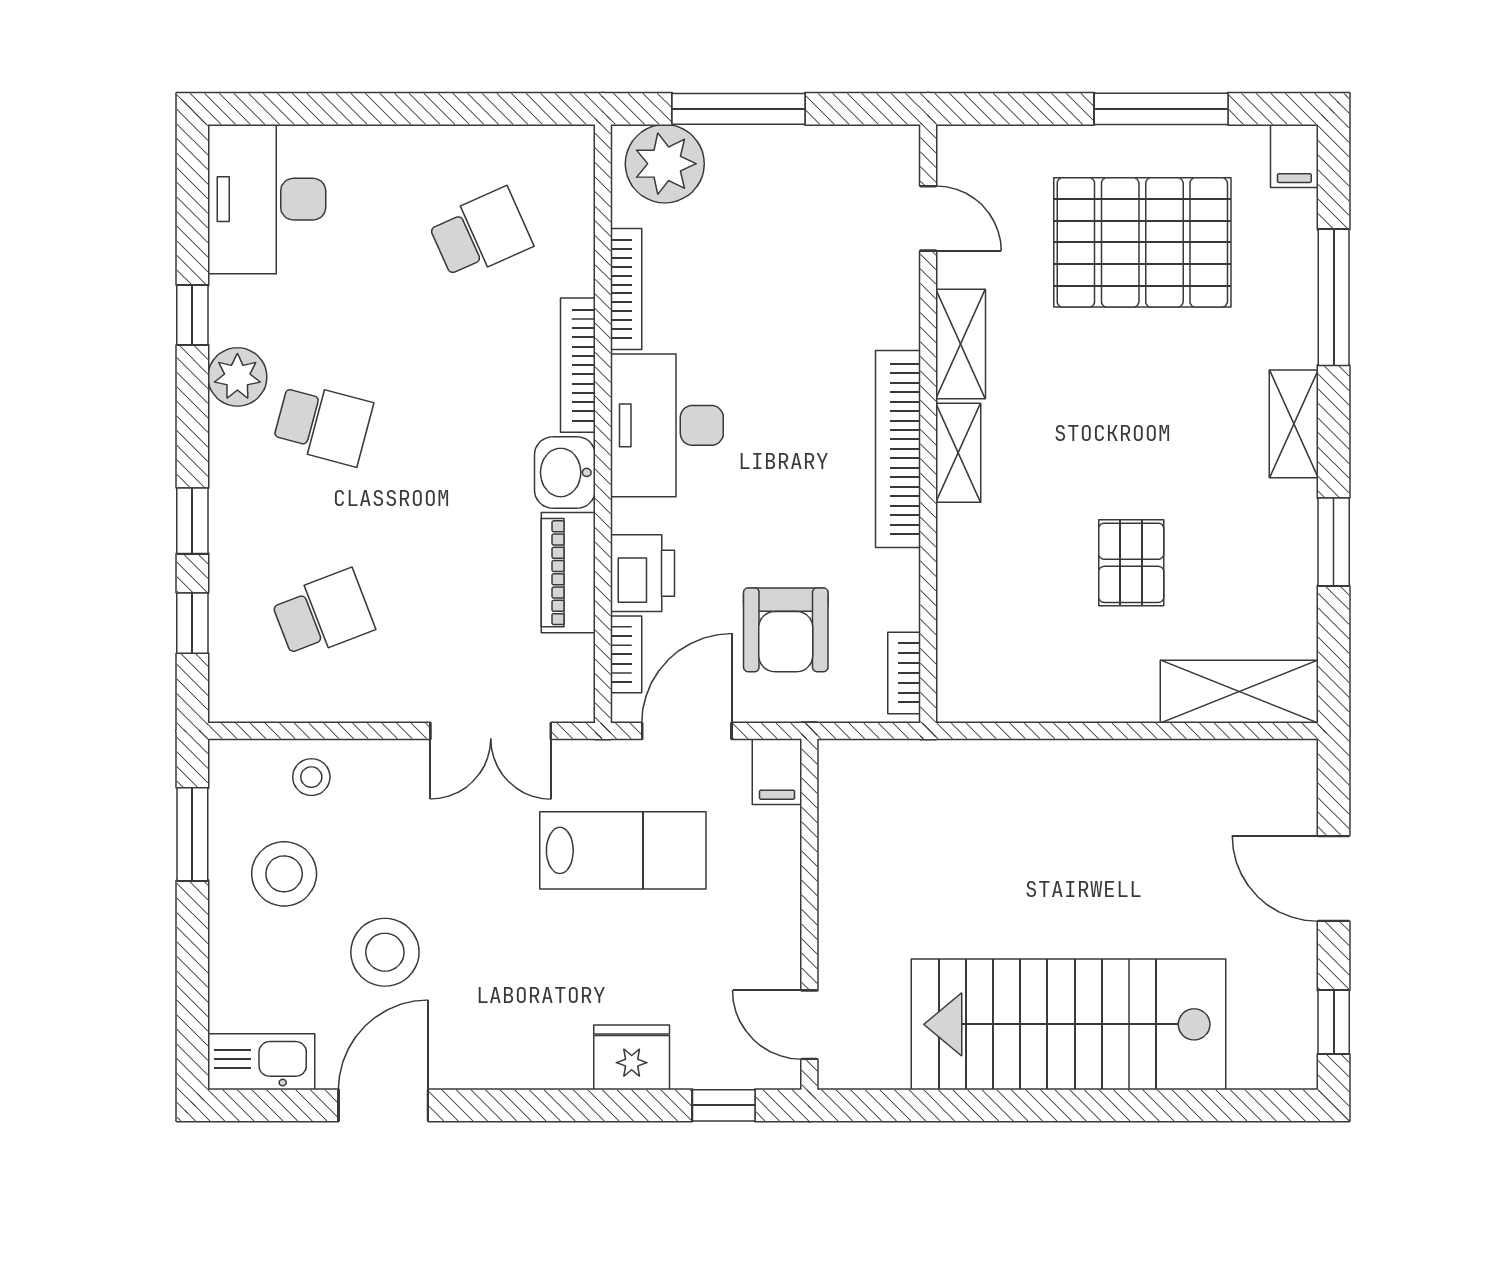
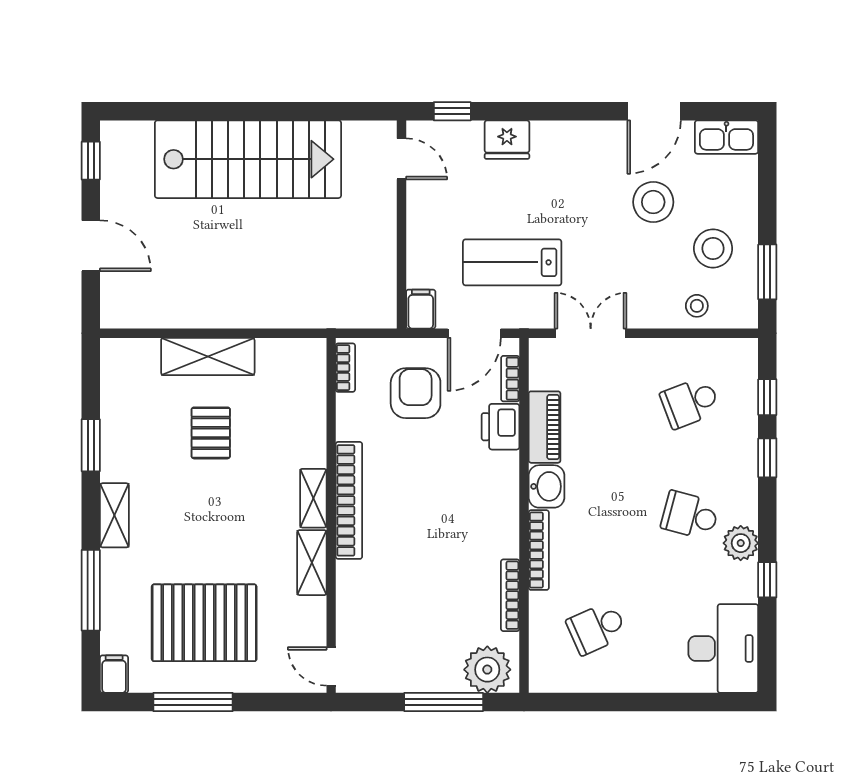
door: (928, 218) -> (331, 666), moved
desk: (667, 425) -> (486, 514), removed
shelving: (1239, 692) -> (208, 356), moved

